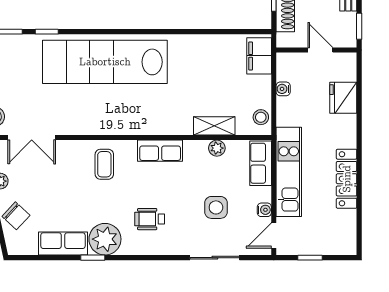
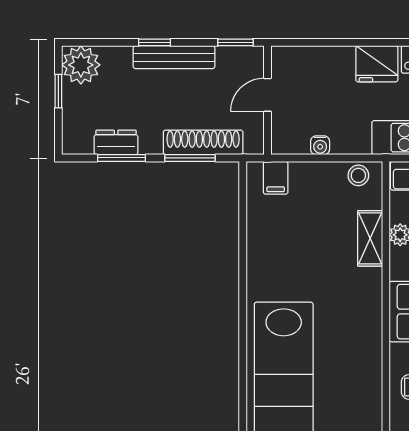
filing cabinet: (259, 56) -> (276, 178), width x0.50
fridge: (343, 98) -> (377, 64), moved

